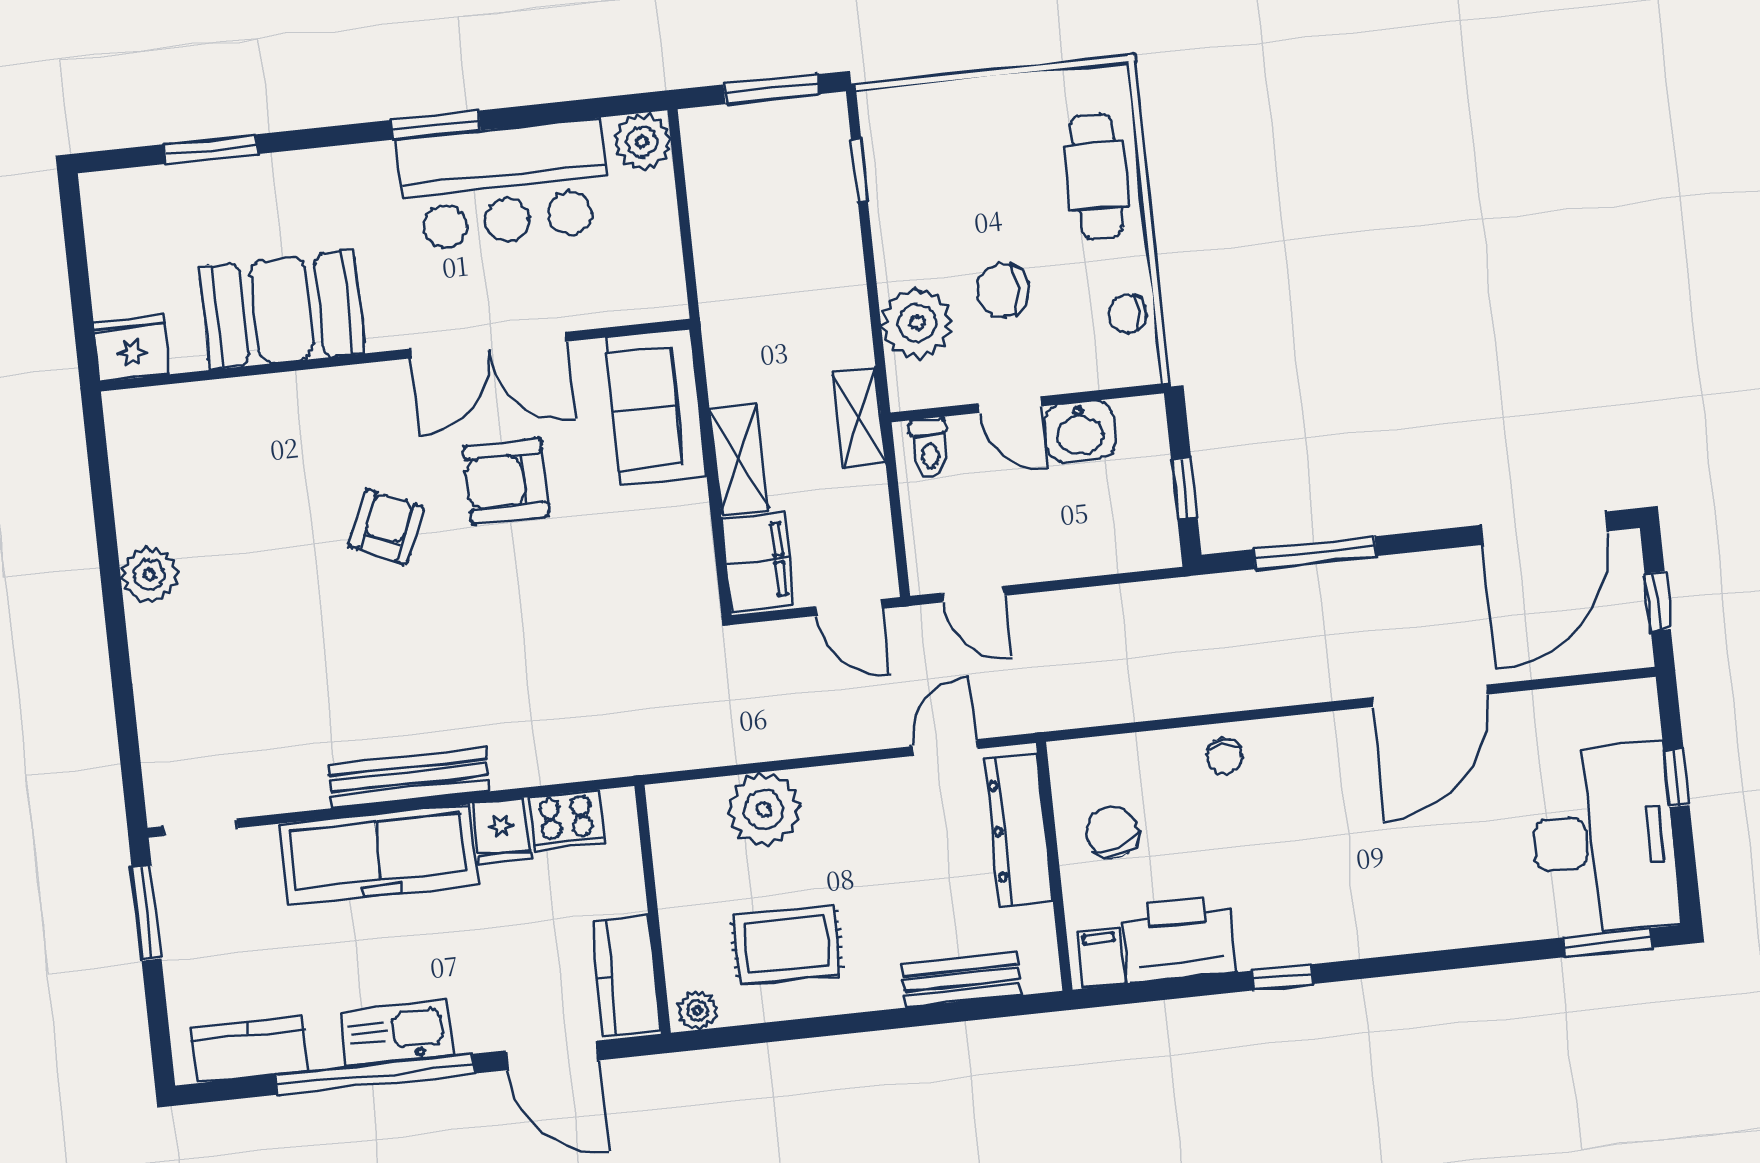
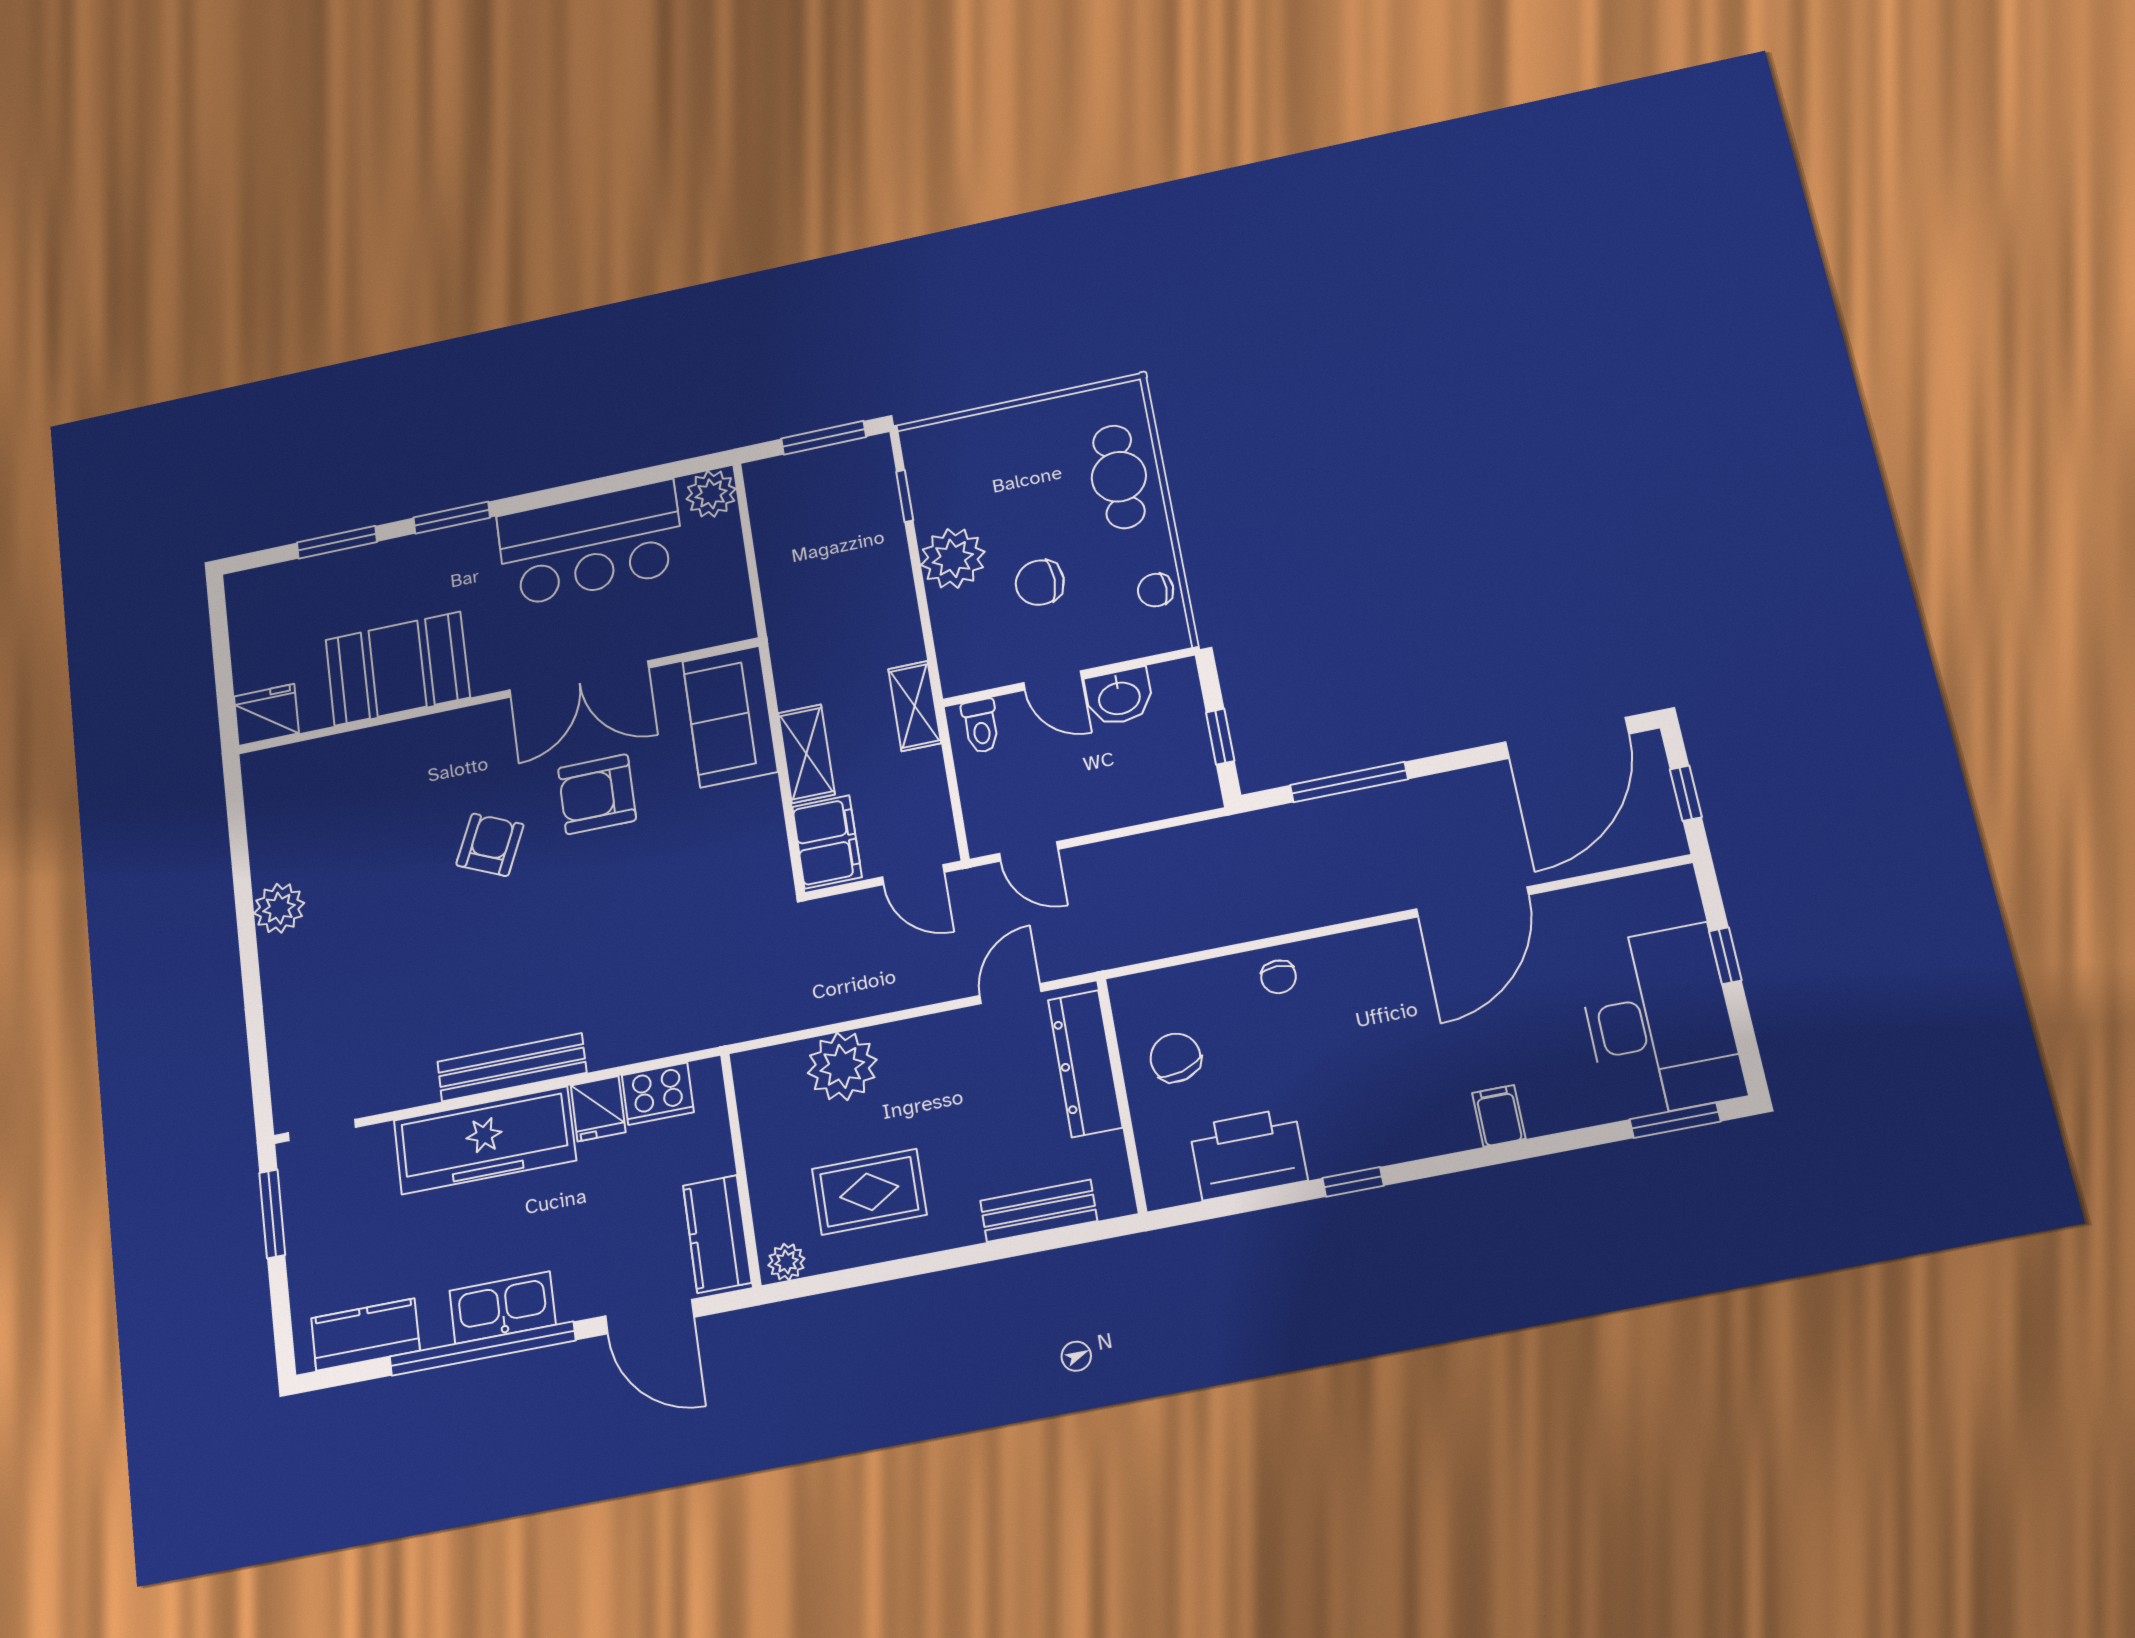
window: (436, 125) -> (452, 518), moved
plant: (917, 323) -> (953, 558), moved
filing cabinet: (1101, 958) -> (1499, 1116), moved

